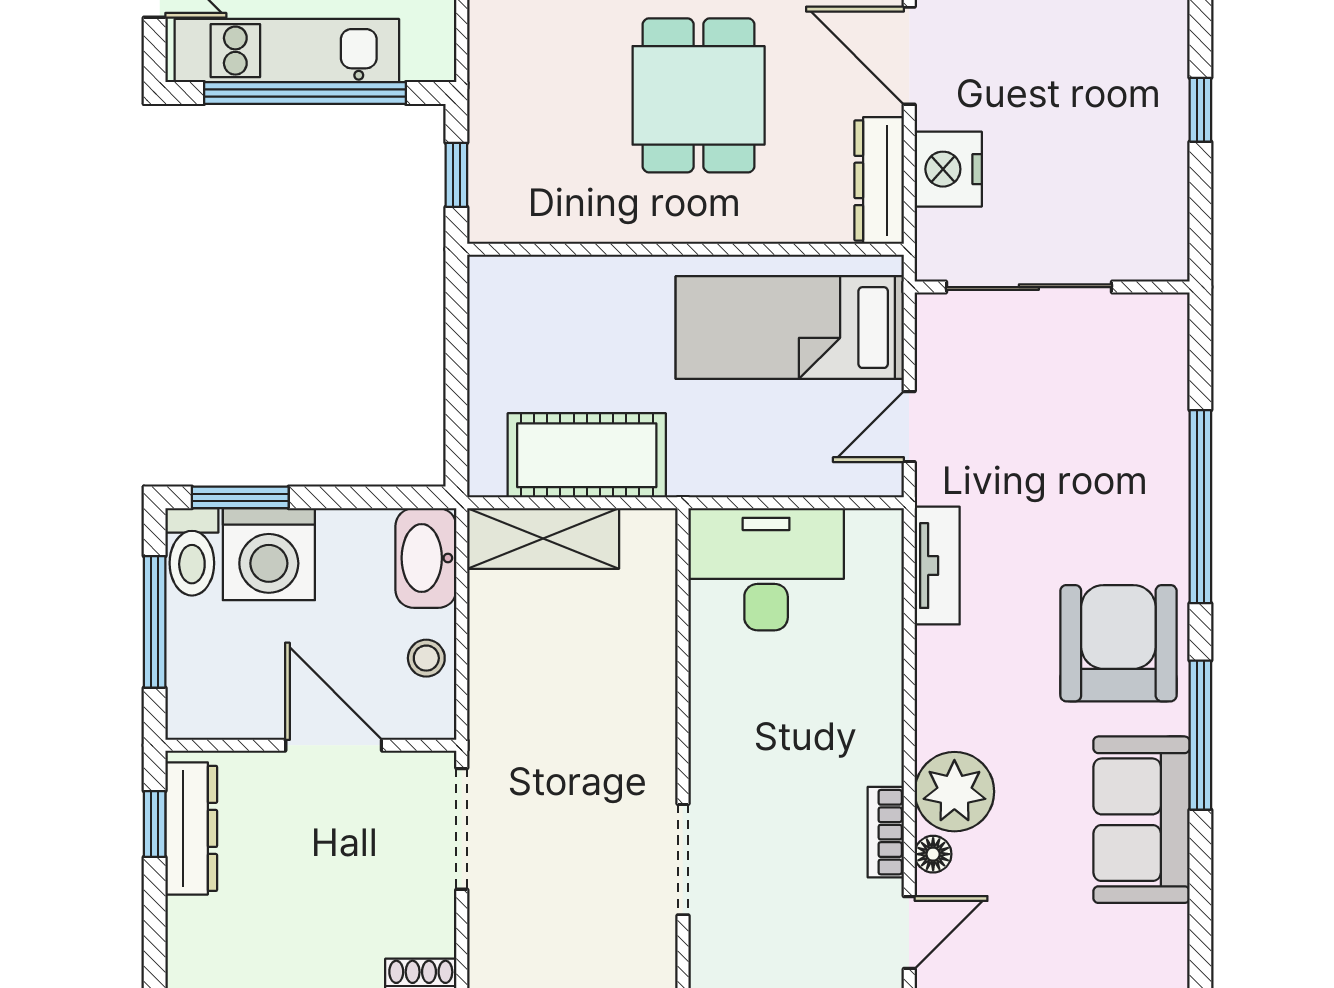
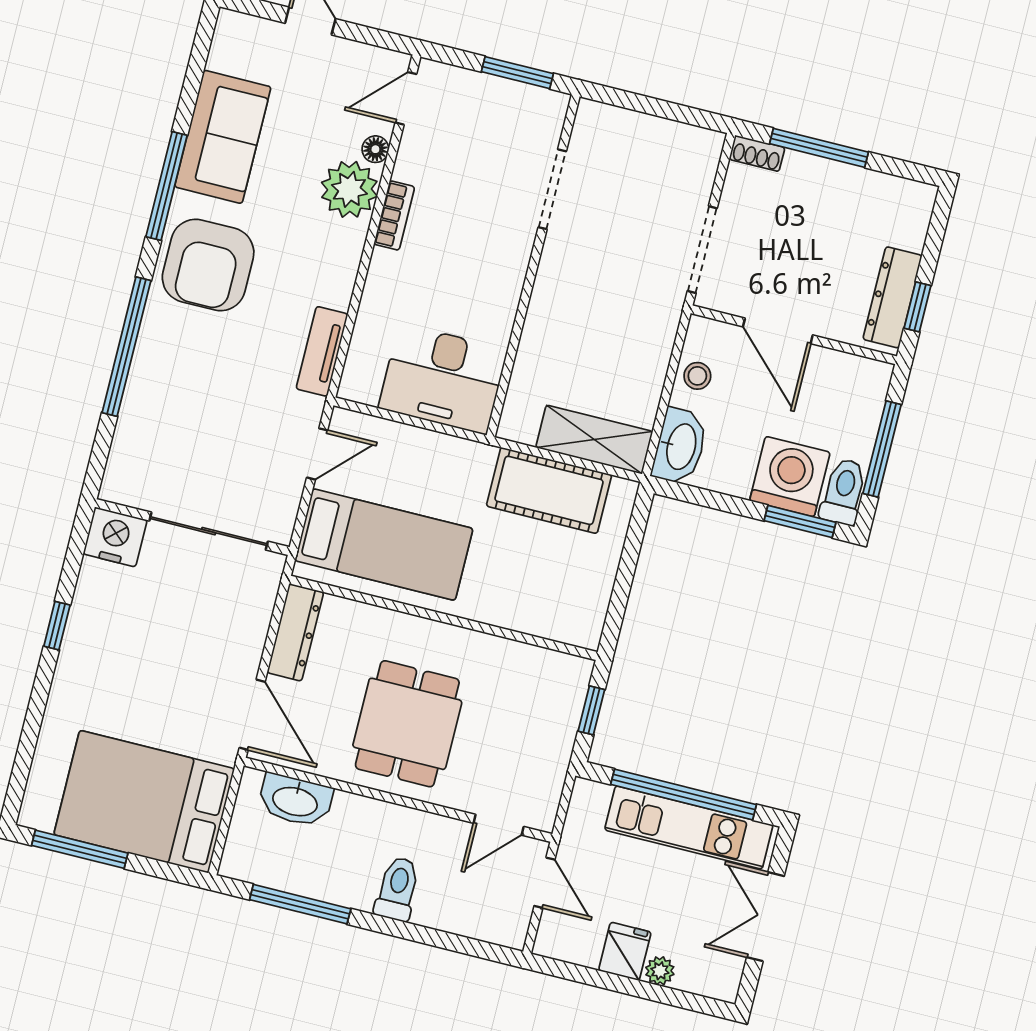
nightstand: (948, 169) -> (115, 537), moved, turned -90
bookcase: (886, 832) -> (394, 215), moved

